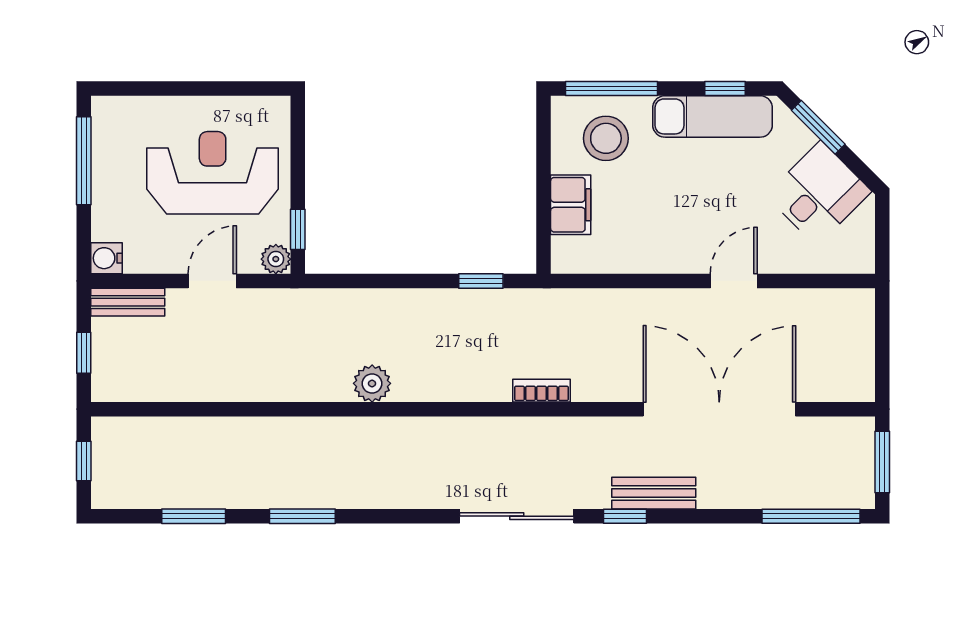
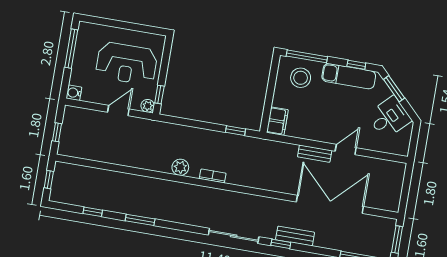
reception desk: (213, 173) -> (126, 63), turned 180
filing cabinet: (571, 205) -> (277, 121), moved
bench: (128, 302) -> (315, 154), moved
bookcase: (541, 391) -> (213, 176), moved
window: (194, 516) -> (93, 212), width x0.67

